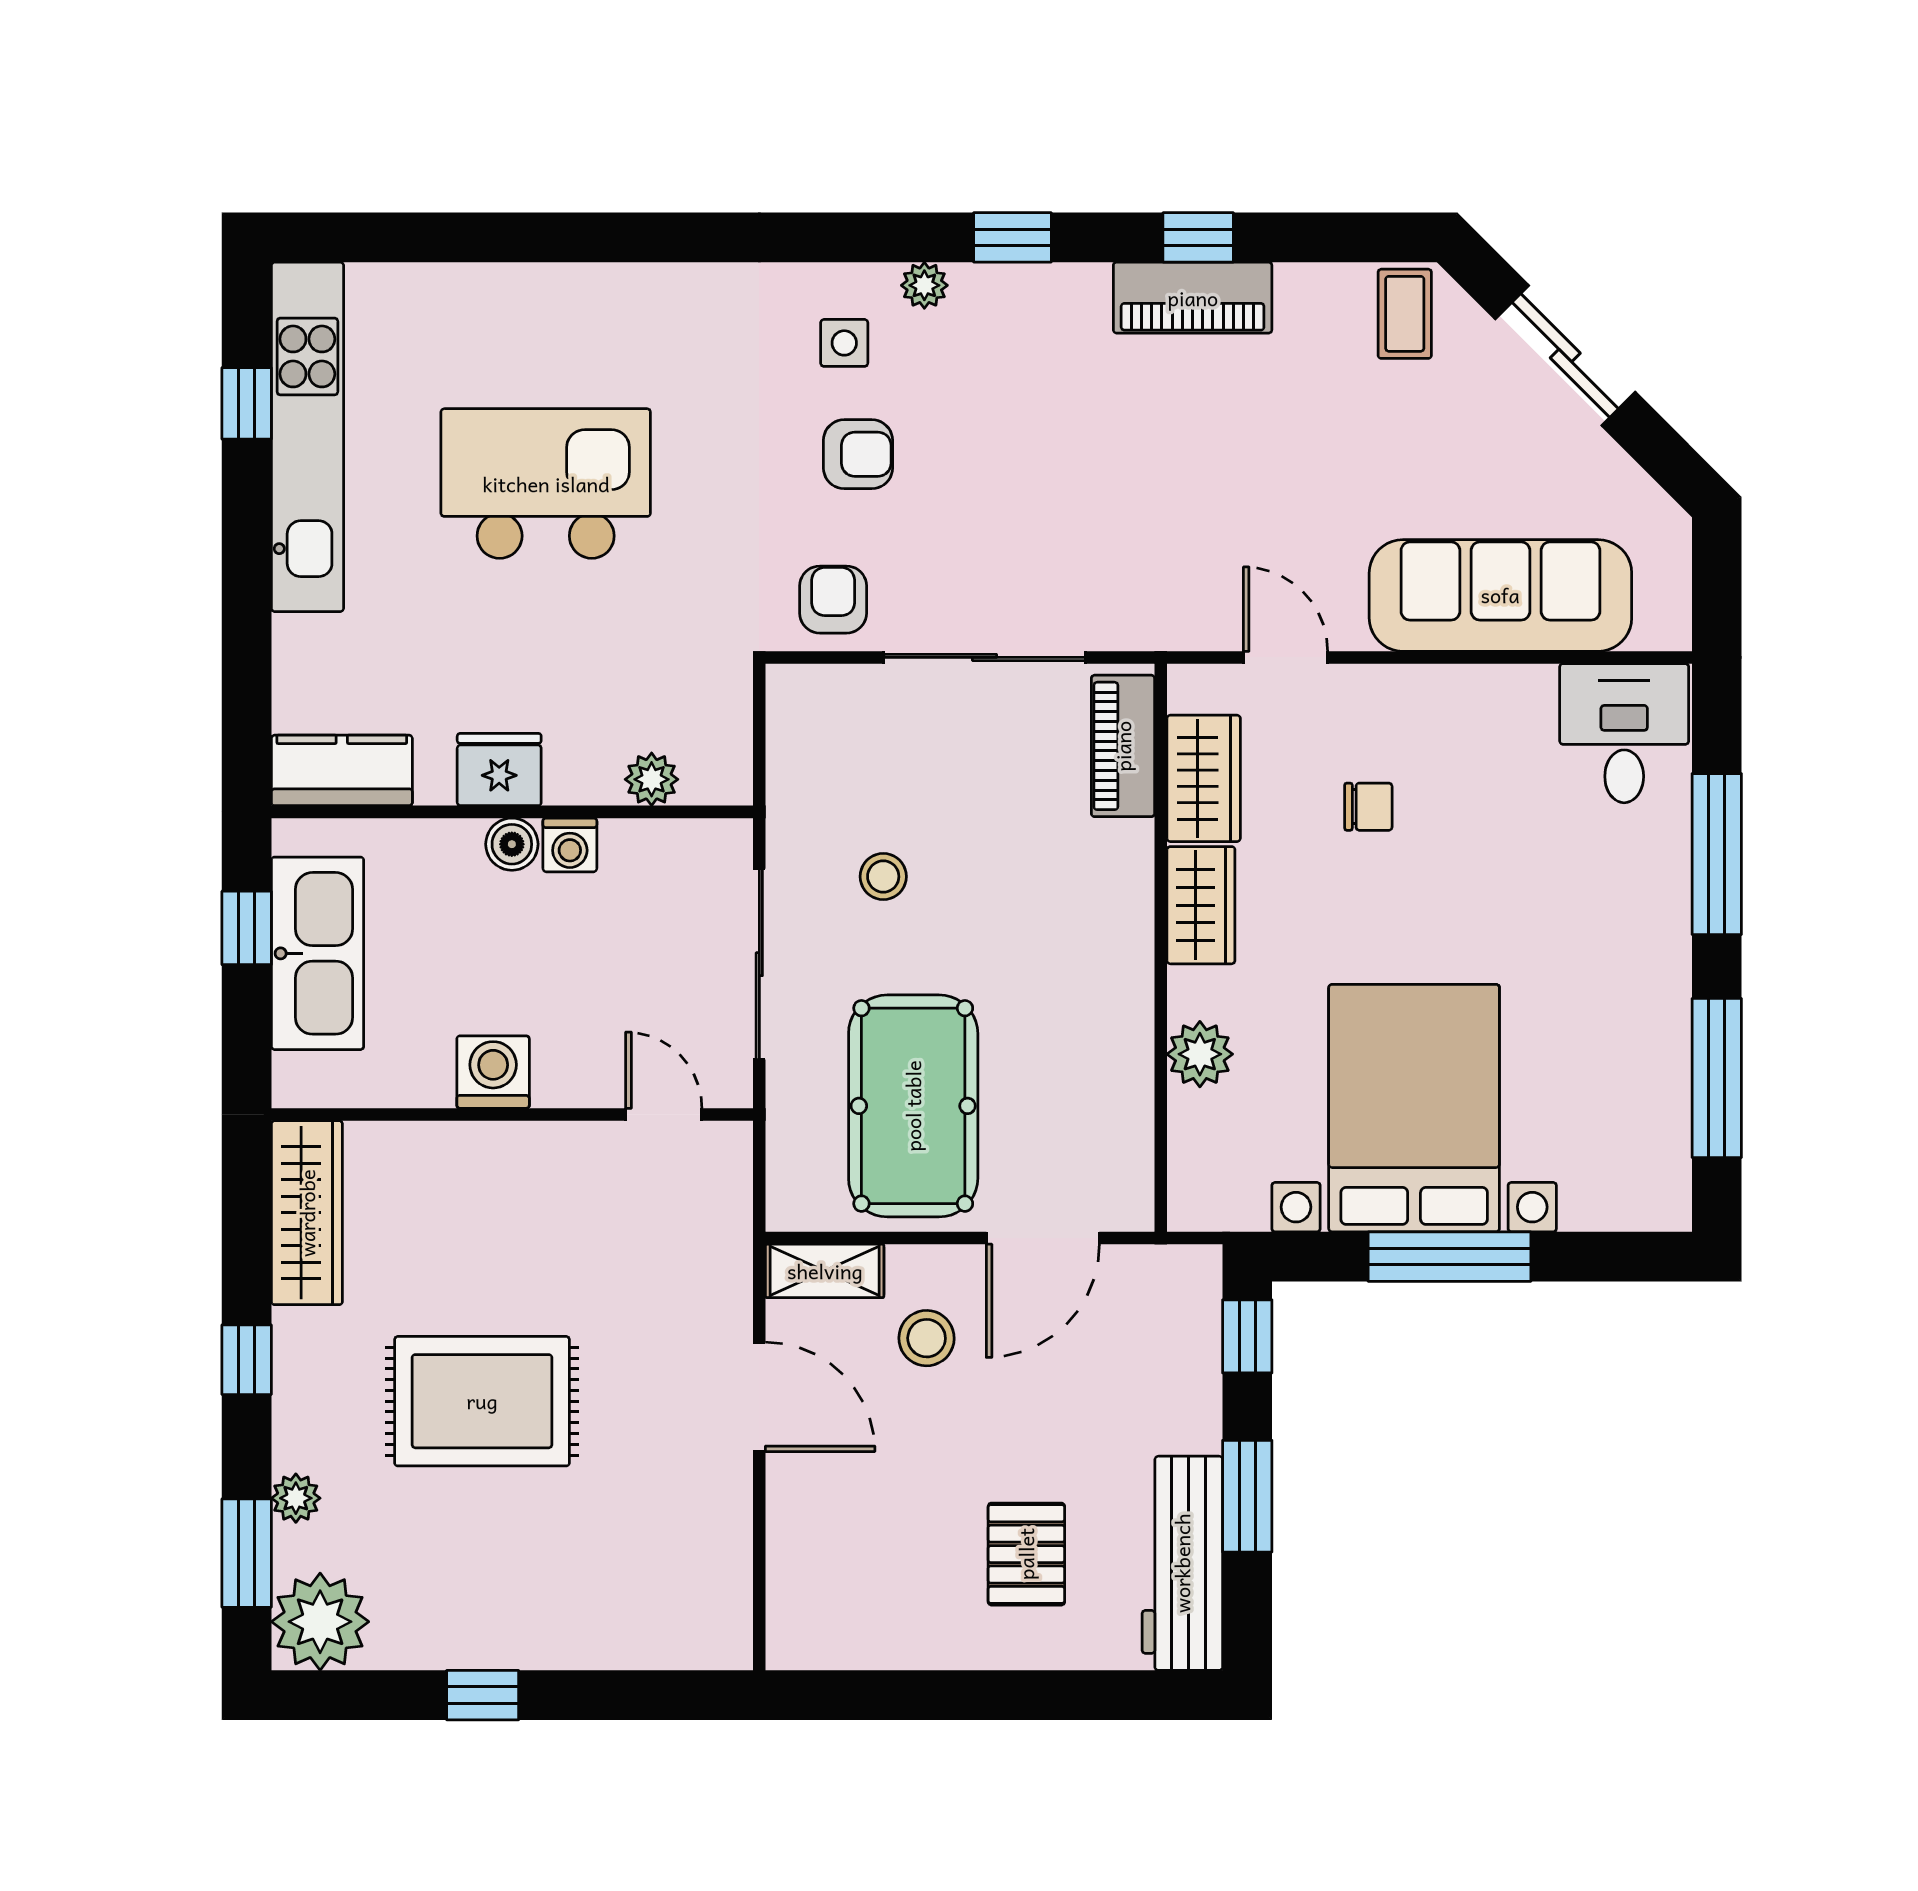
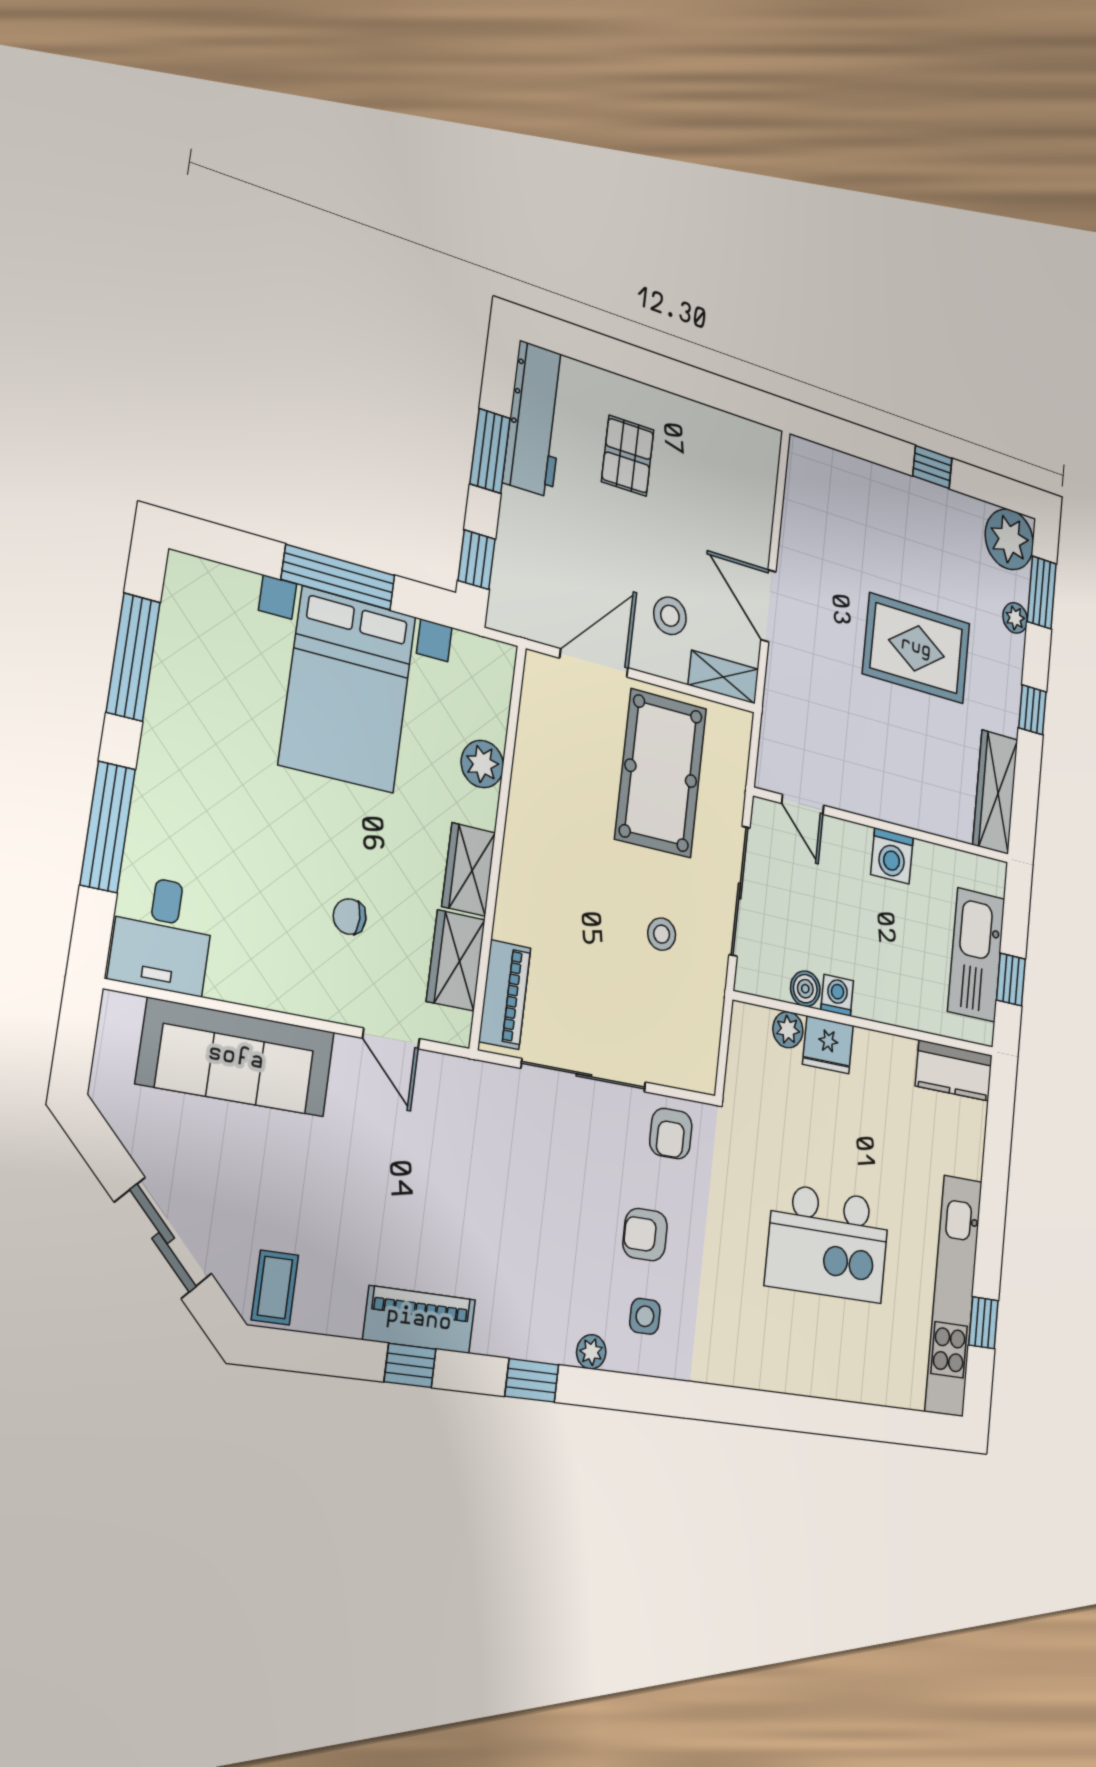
fridge: (499, 770) -> (828, 1045), moved
boiler: (512, 844) -> (805, 989), moved

